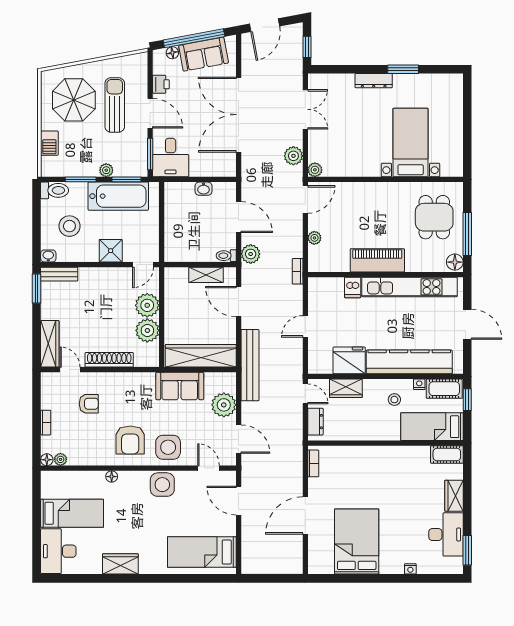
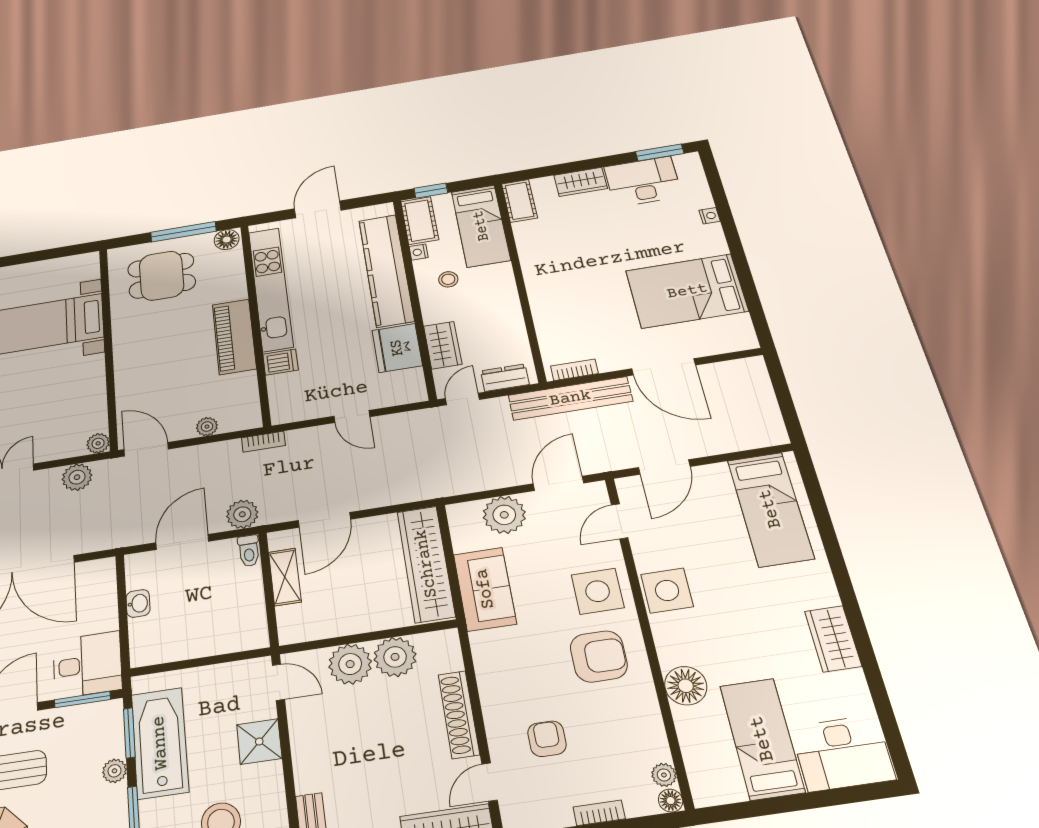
bench: (250, 365) -> (570, 398), moved
floor lamp: (112, 477) -> (686, 686), width x1.89, depth x1.89

